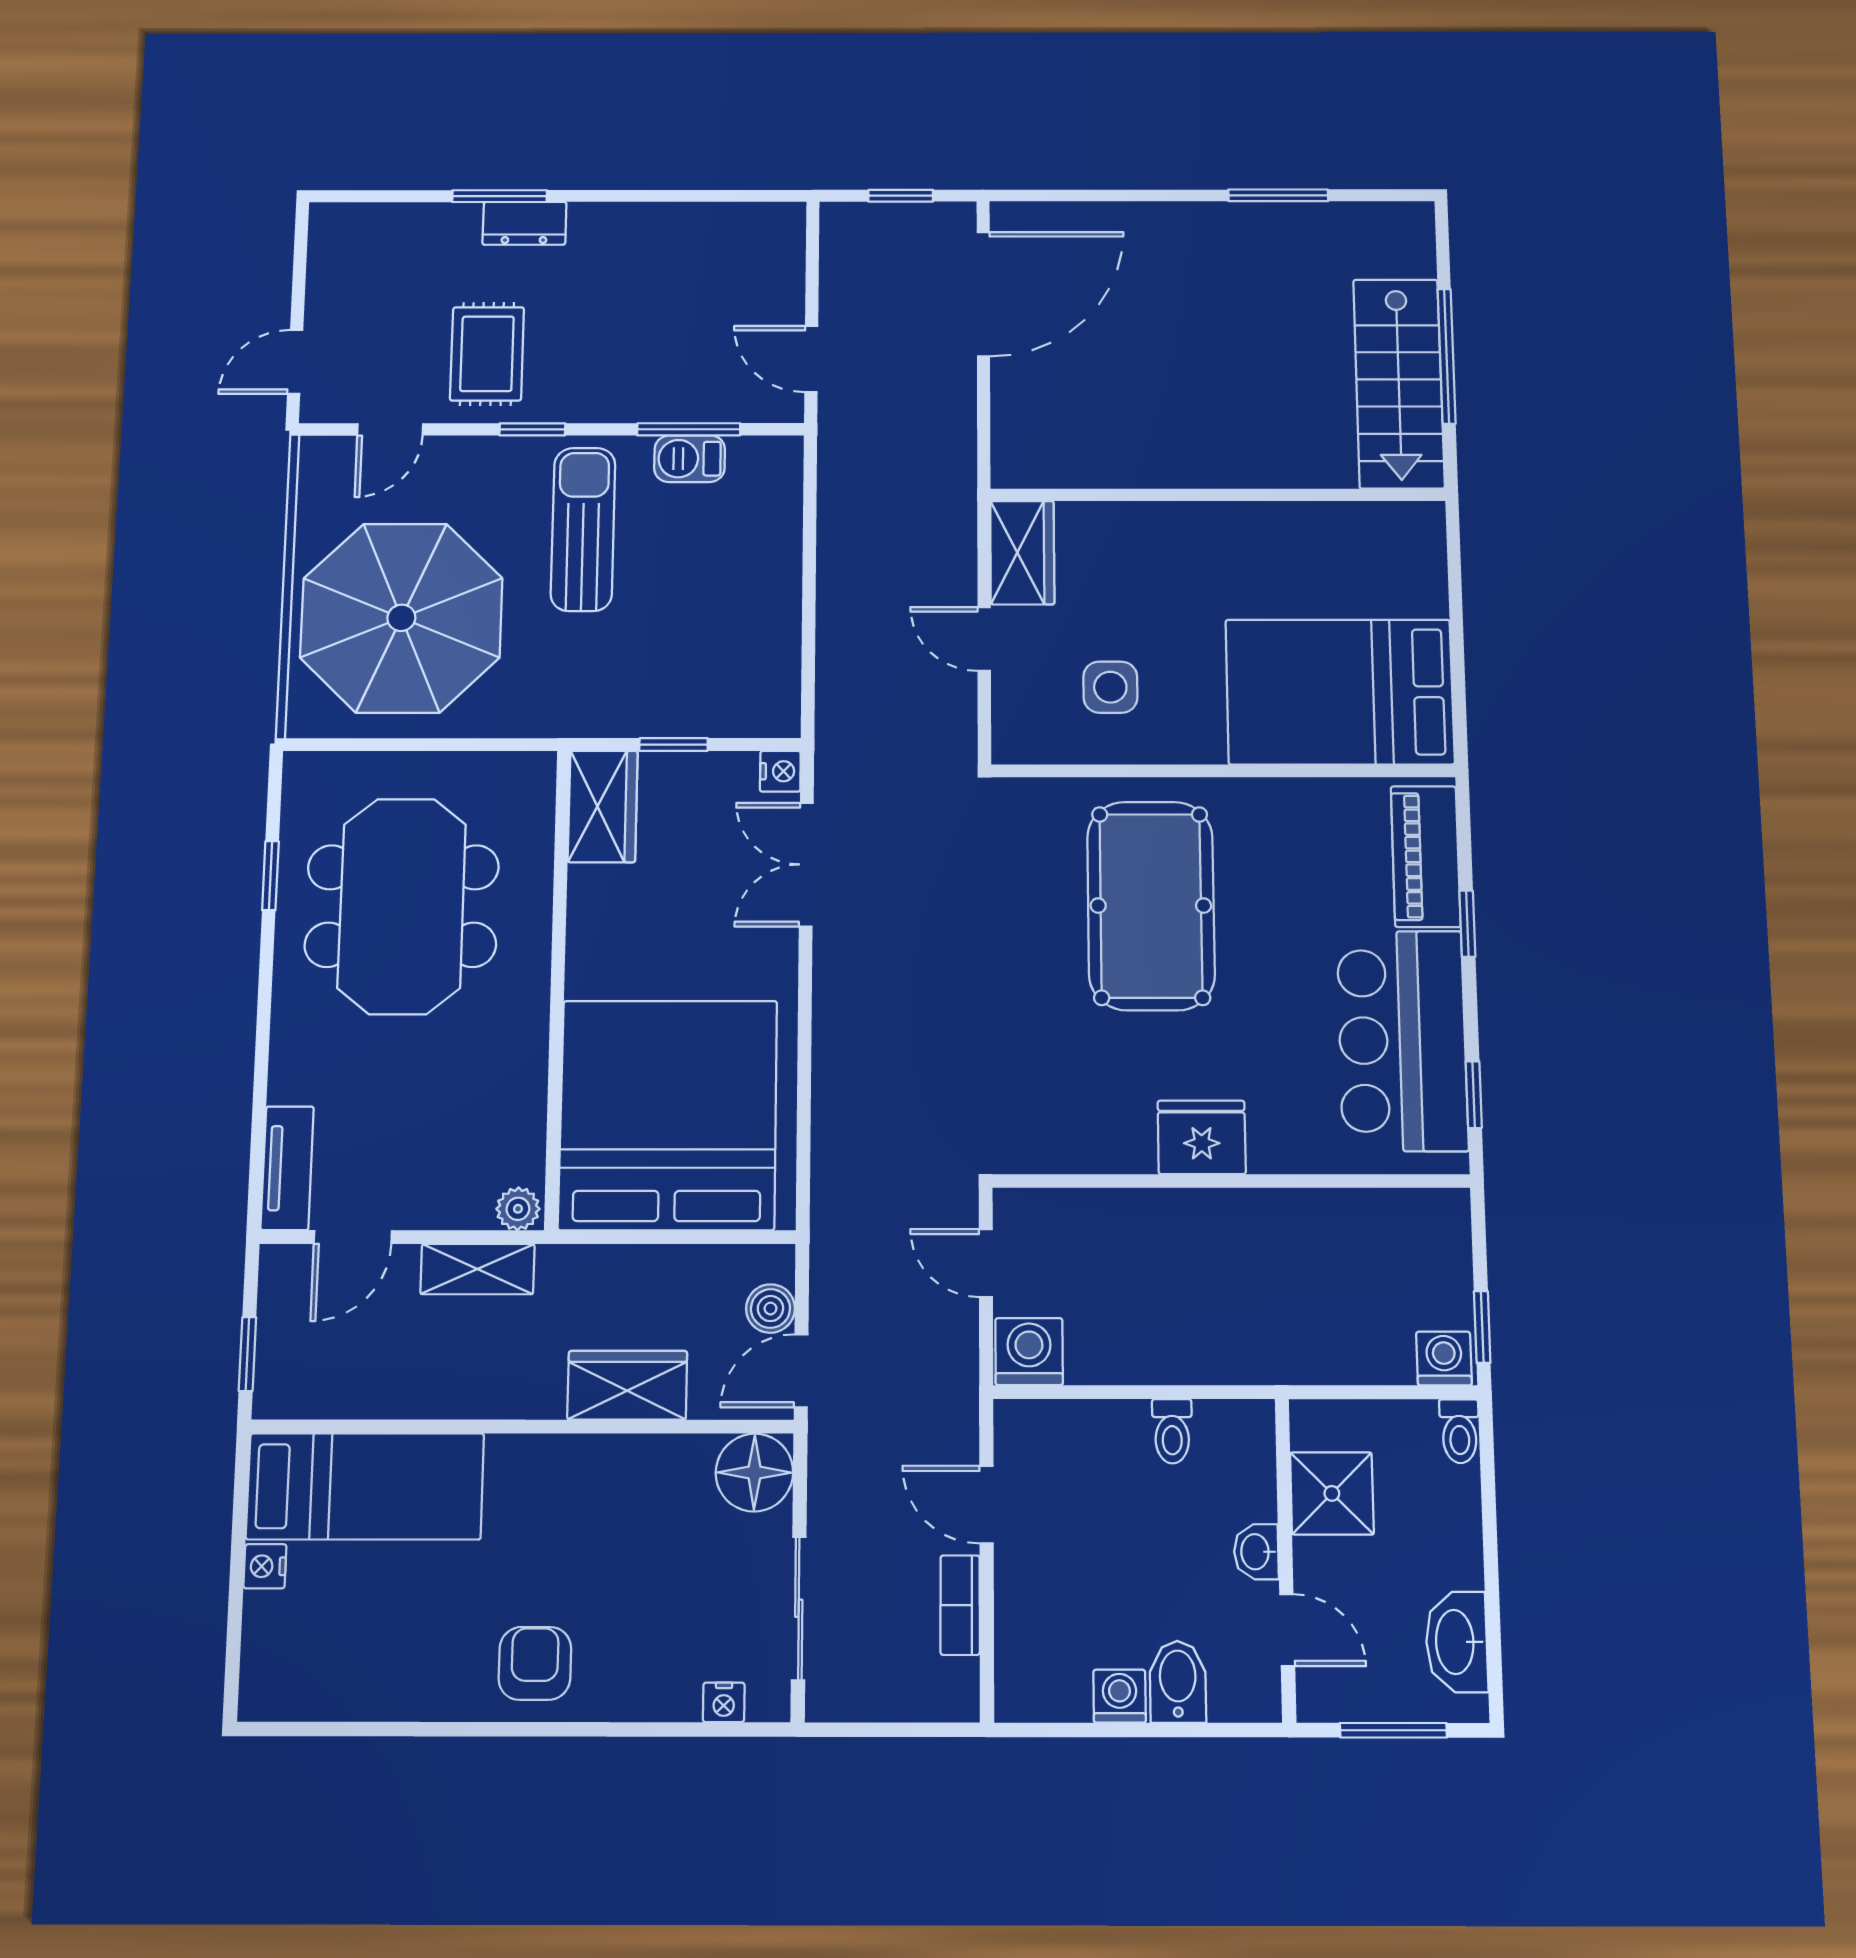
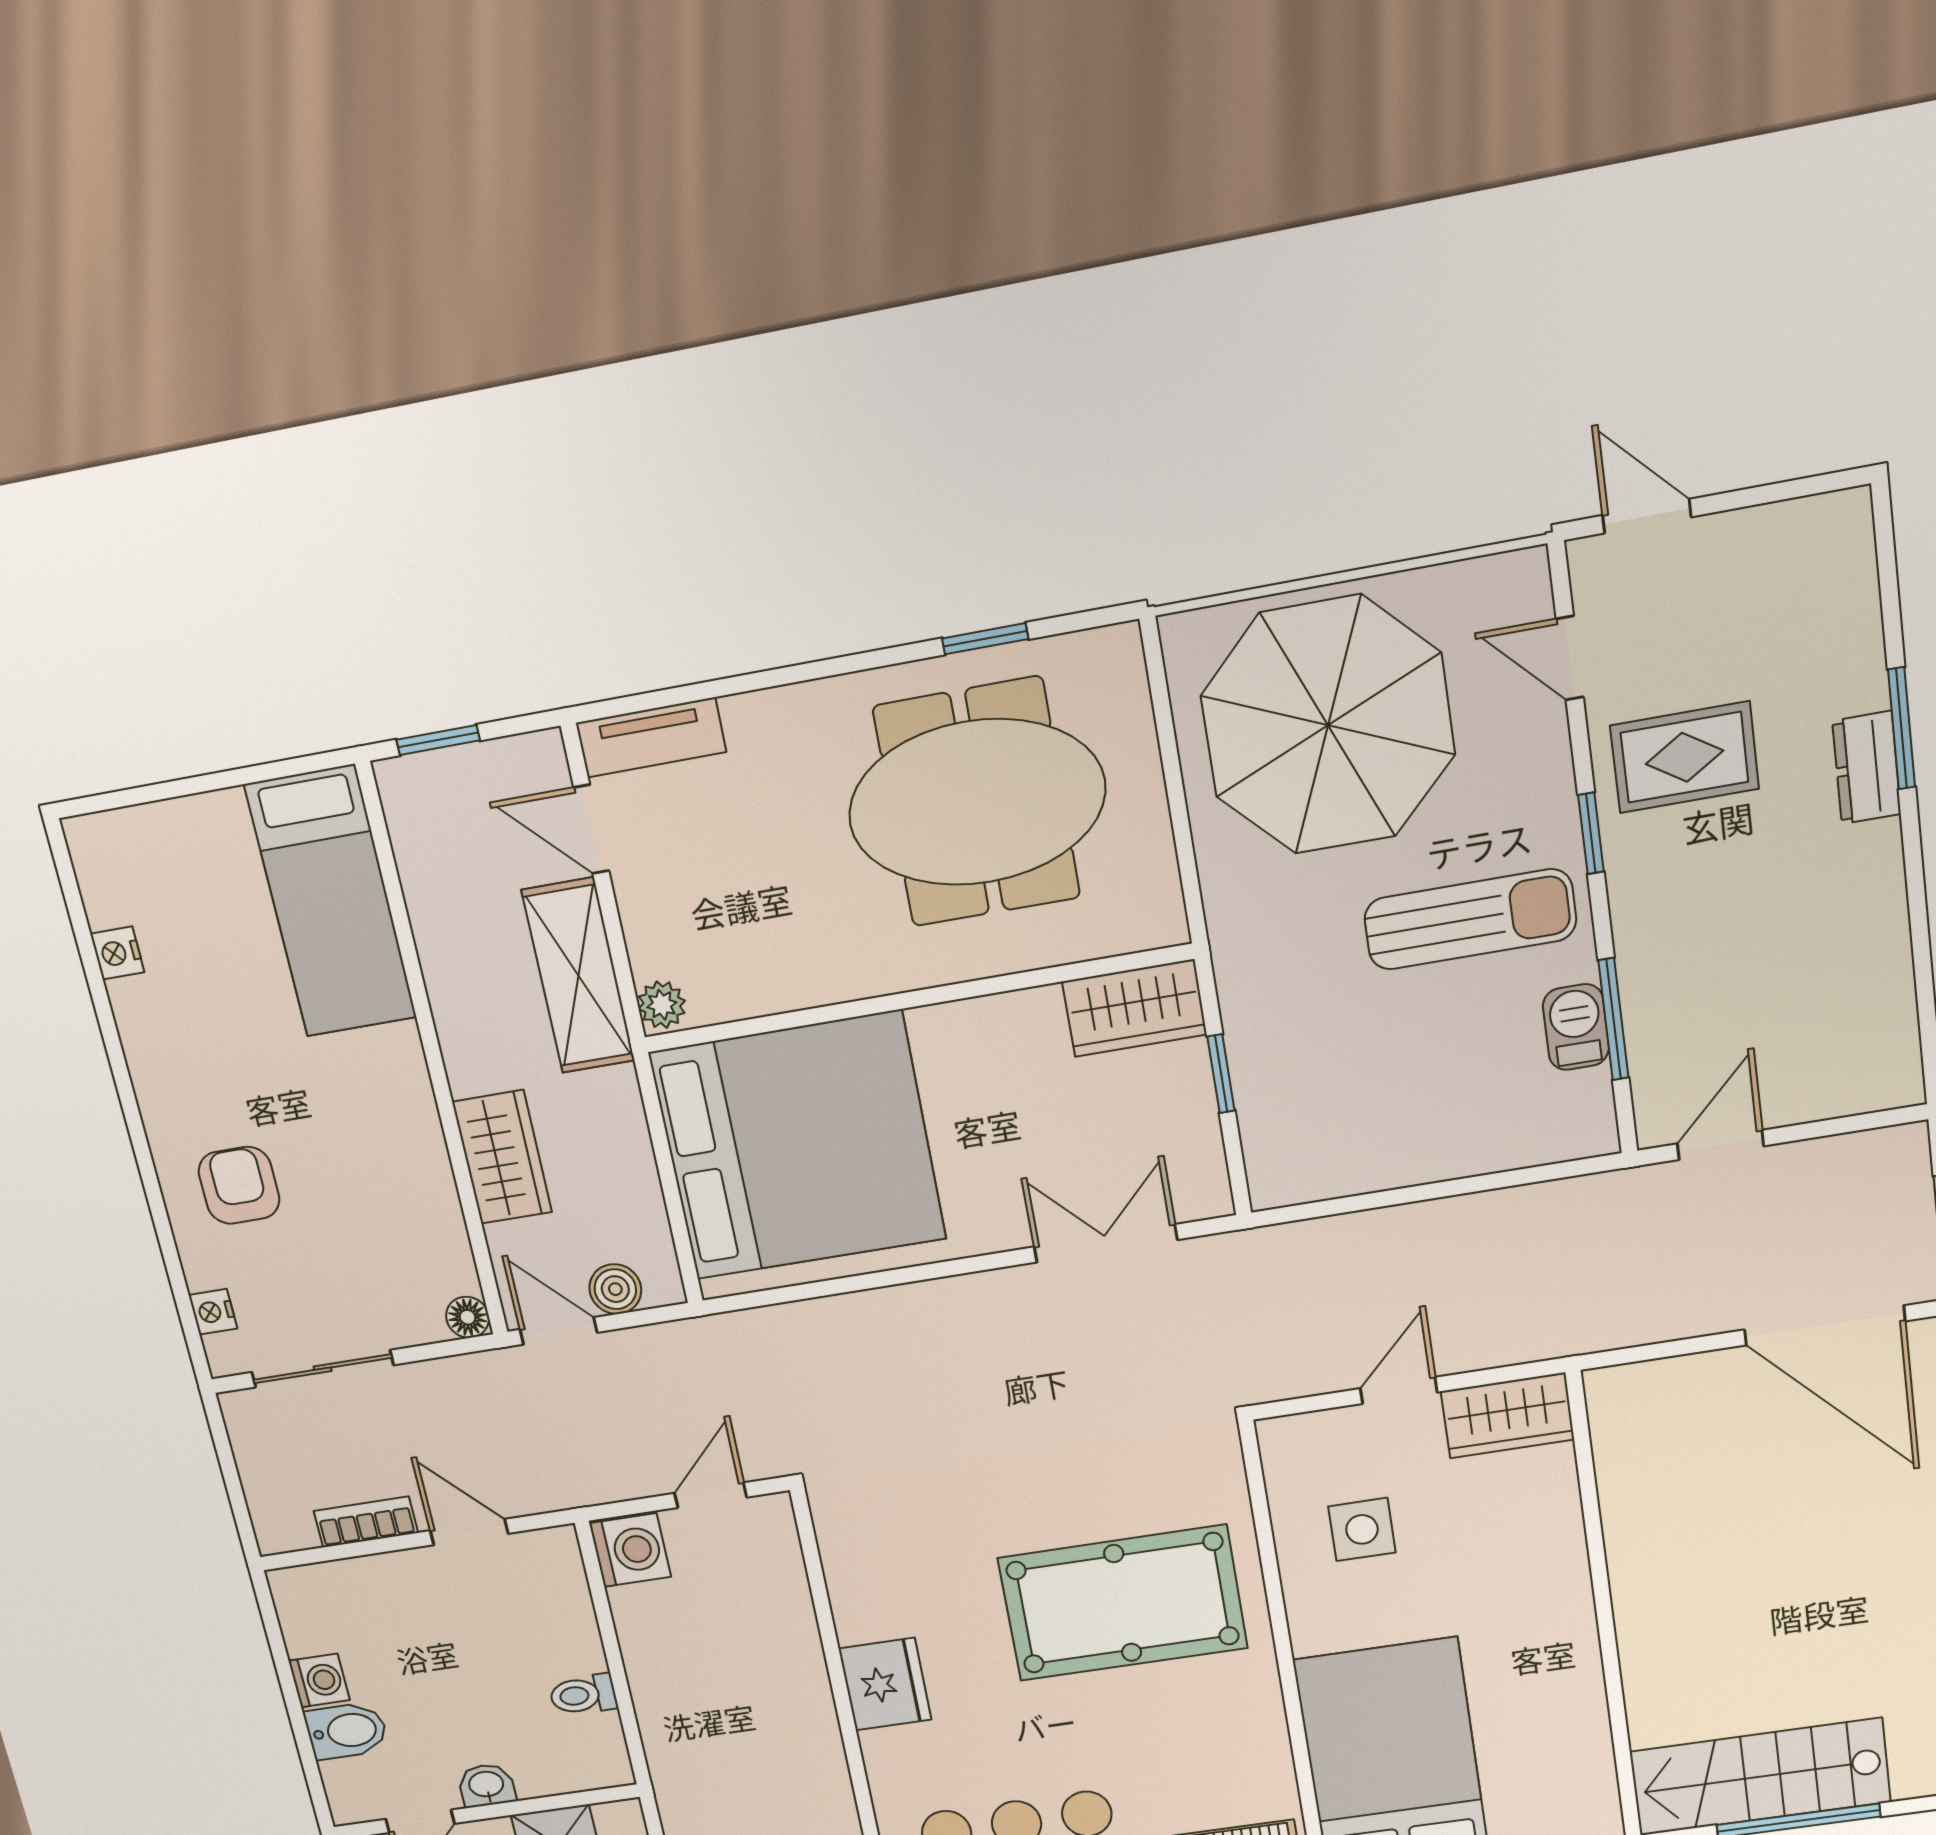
nightstand: (780, 771) -> (1209, 1197), removed
shelving: (477, 1269) -> (578, 976), width x1.50, depth x1.33
floor lamp: (754, 1473) -> (468, 1317), width x0.53, depth x0.53
door: (986, 1504) -> (469, 1532), hinge flipped
nightstand: (265, 1566) -> (117, 953), moved, turned -90
armchair: (535, 1663) -> (239, 1185), moved, turned -90

